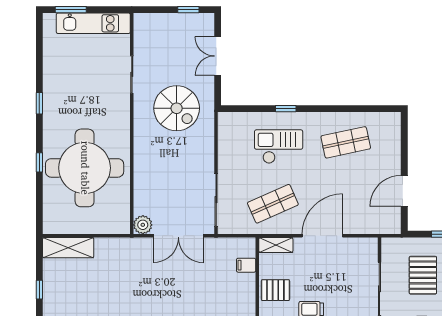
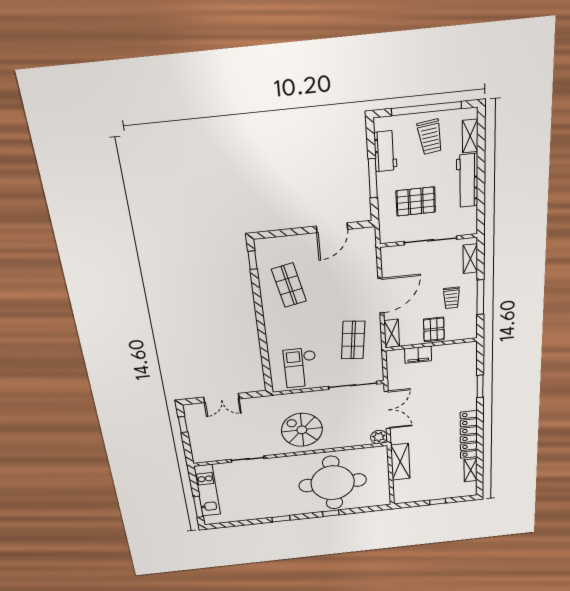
spiral stairs: (177, 108) -> (302, 430), moved, turned -90
window: (286, 109) -> (253, 260), moved
checkout: (279, 147) -> (301, 368), moved
door: (404, 191) -> (332, 228), hinge flipped
shop shelf: (273, 204) -> (353, 340), turned 30
door: (322, 236) -> (381, 296), swing flipped
shelving: (68, 248) -> (400, 462), moved
filing cabinet: (246, 265) -> (418, 355), width x2.00

